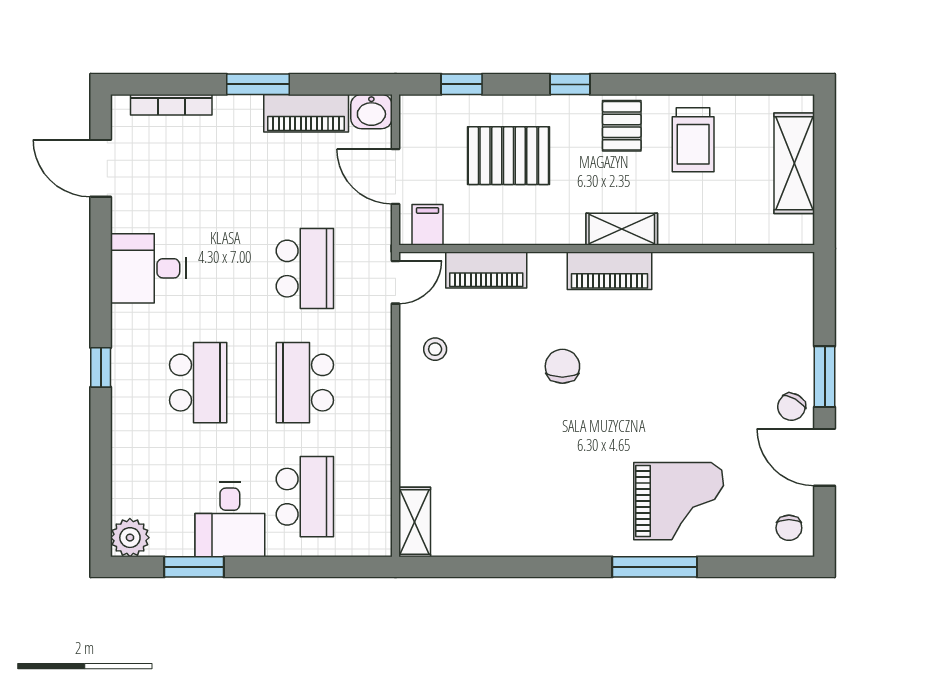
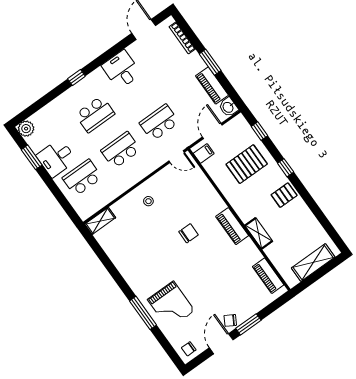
trolley: (693, 140) -> (297, 223), removed
pallet: (508, 156) -> (247, 164), turned 90
shelving: (622, 229) -> (259, 233), moved
school desk: (305, 269) -> (159, 123), turned 180
piano: (486, 270) -> (268, 276), moved
stool: (435, 349) -> (148, 201), moved
school desk: (305, 497) -> (82, 178), turned 180

